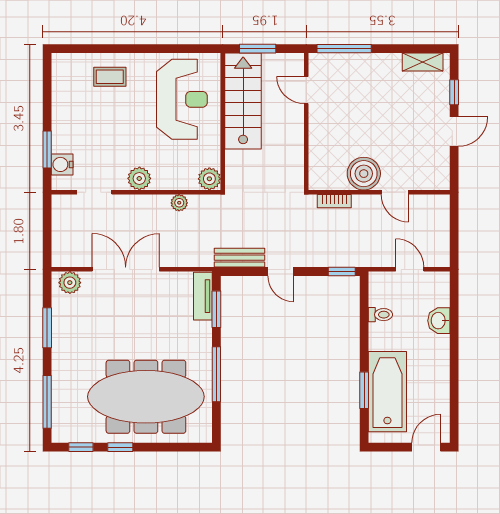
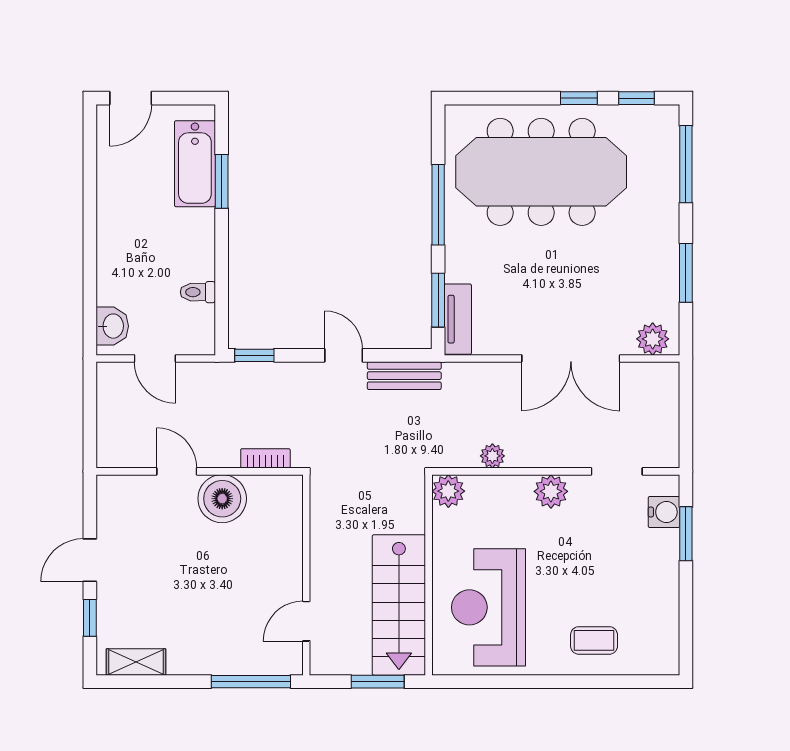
door: (306, 90) -> (306, 621), swing flipped
washbasin: (439, 321) -> (112, 326), moved
bathtub: (387, 392) -> (195, 164), width x0.73, depth x0.73

